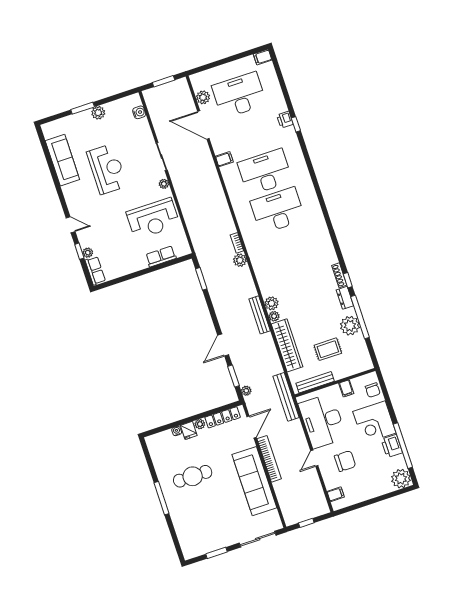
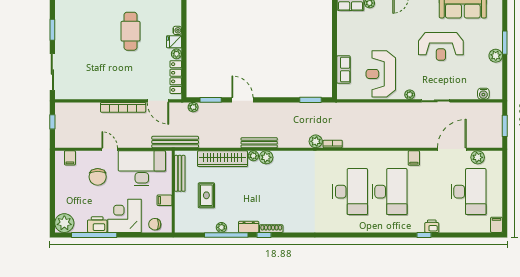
plant: (350, 326) -> (221, 227), width x0.53, depth x0.53
sofa: (254, 481) -> (107, 87), removed

